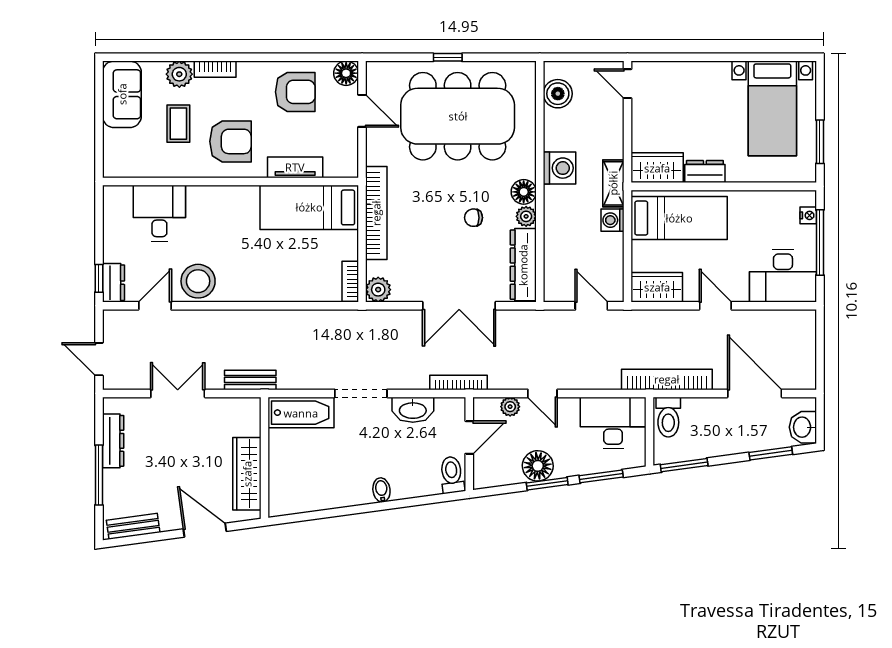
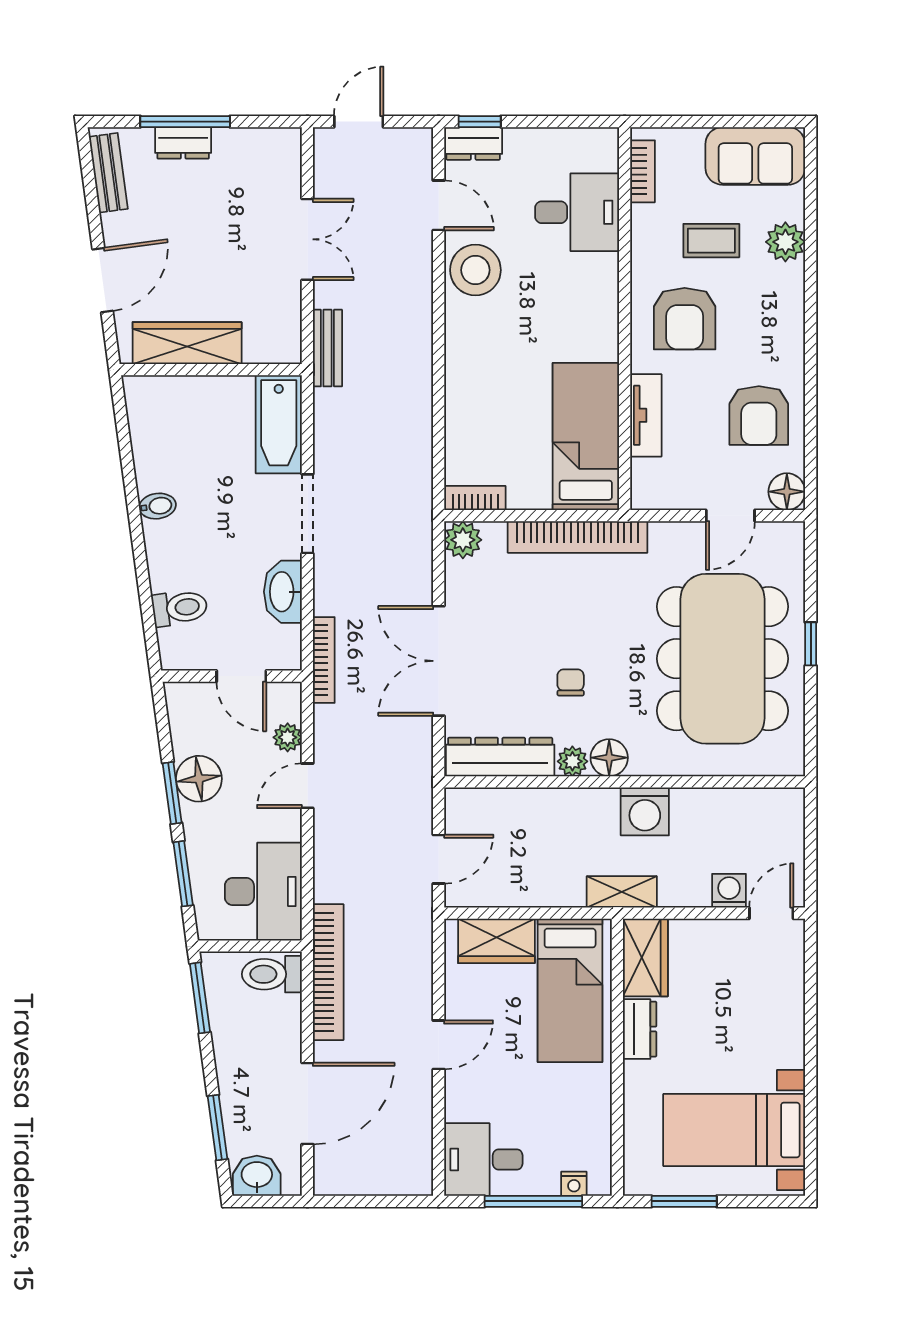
bookcase: (215, 69) -> (643, 171), moved, turned 180
boiler: (558, 94) -> (756, 809), removed
washing machine: (613, 220) -> (729, 891), moved
desk: (783, 276) -> (483, 1160), width x0.73
wardrobe: (657, 287) -> (496, 941), moved, turned 90
dresser: (113, 441) -> (183, 143), moved, width x0.70
toilet: (452, 475) -> (180, 608), moved
bidet: (381, 490) -> (157, 506), moved

